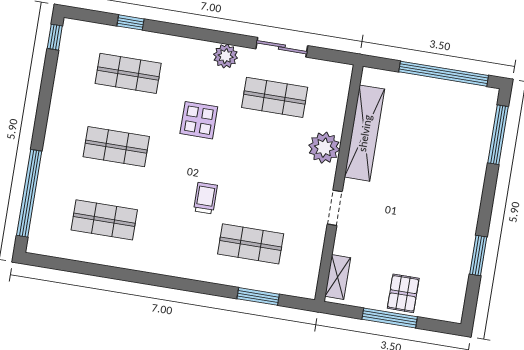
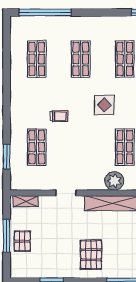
plant: (324, 148) -> (114, 181), moved
pallet: (444, 183) -> (91, 255), added
pallet: (403, 293) -> (22, 241), turned 90

